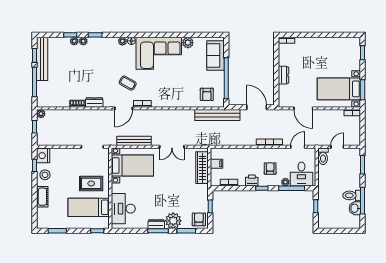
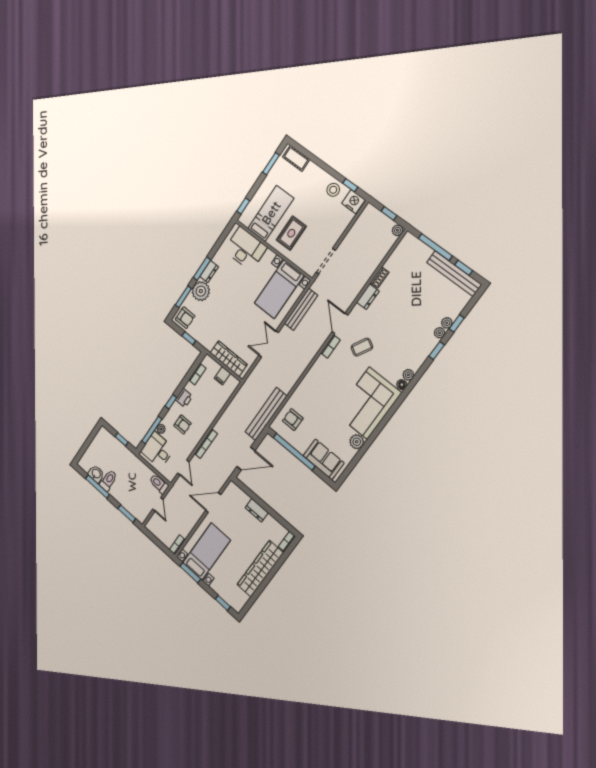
wardrobe: (319, 45) -> (260, 569), added
cot: (42, 197) -> (296, 158), moved

